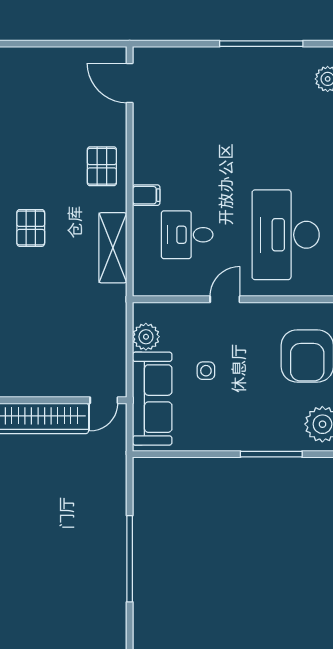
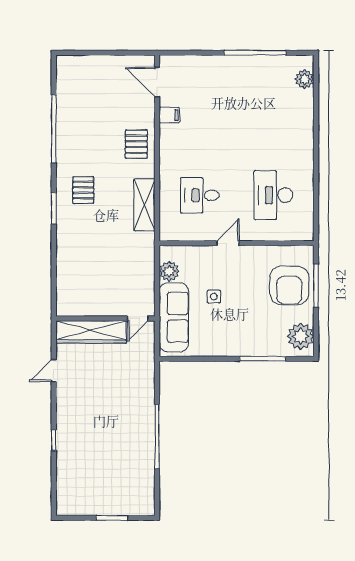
filing cabinet: (146, 195) -> (169, 115), moved
desk: (286, 235) -> (273, 195), width x0.73, depth x0.77

